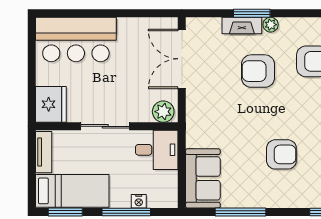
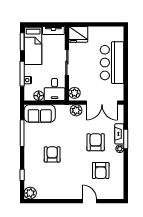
bar counter: (76, 39) -> (112, 63), moved
double door: (182, 59) -> (102, 103), swing flipped
plant: (197, 109) -> (76, 110), added
armchair: (281, 154) -> (52, 154), turned 180
floor lamp: (169, 180) -> (39, 96), added

